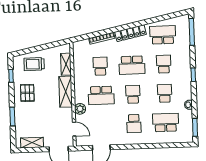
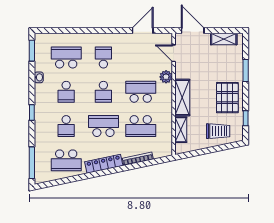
school desk: (100, 66) -> (141, 126), width x1.85
pallet: (27, 93) -> (227, 98), width x1.50, depth x1.42
school desk: (166, 122) -> (66, 58), turned 180

